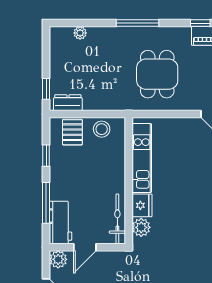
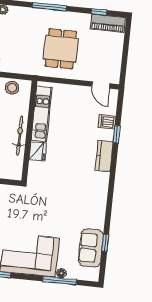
bicycle: (117, 219) -> (20, 136), moved
plant: (141, 227) -> (35, 169), removed

